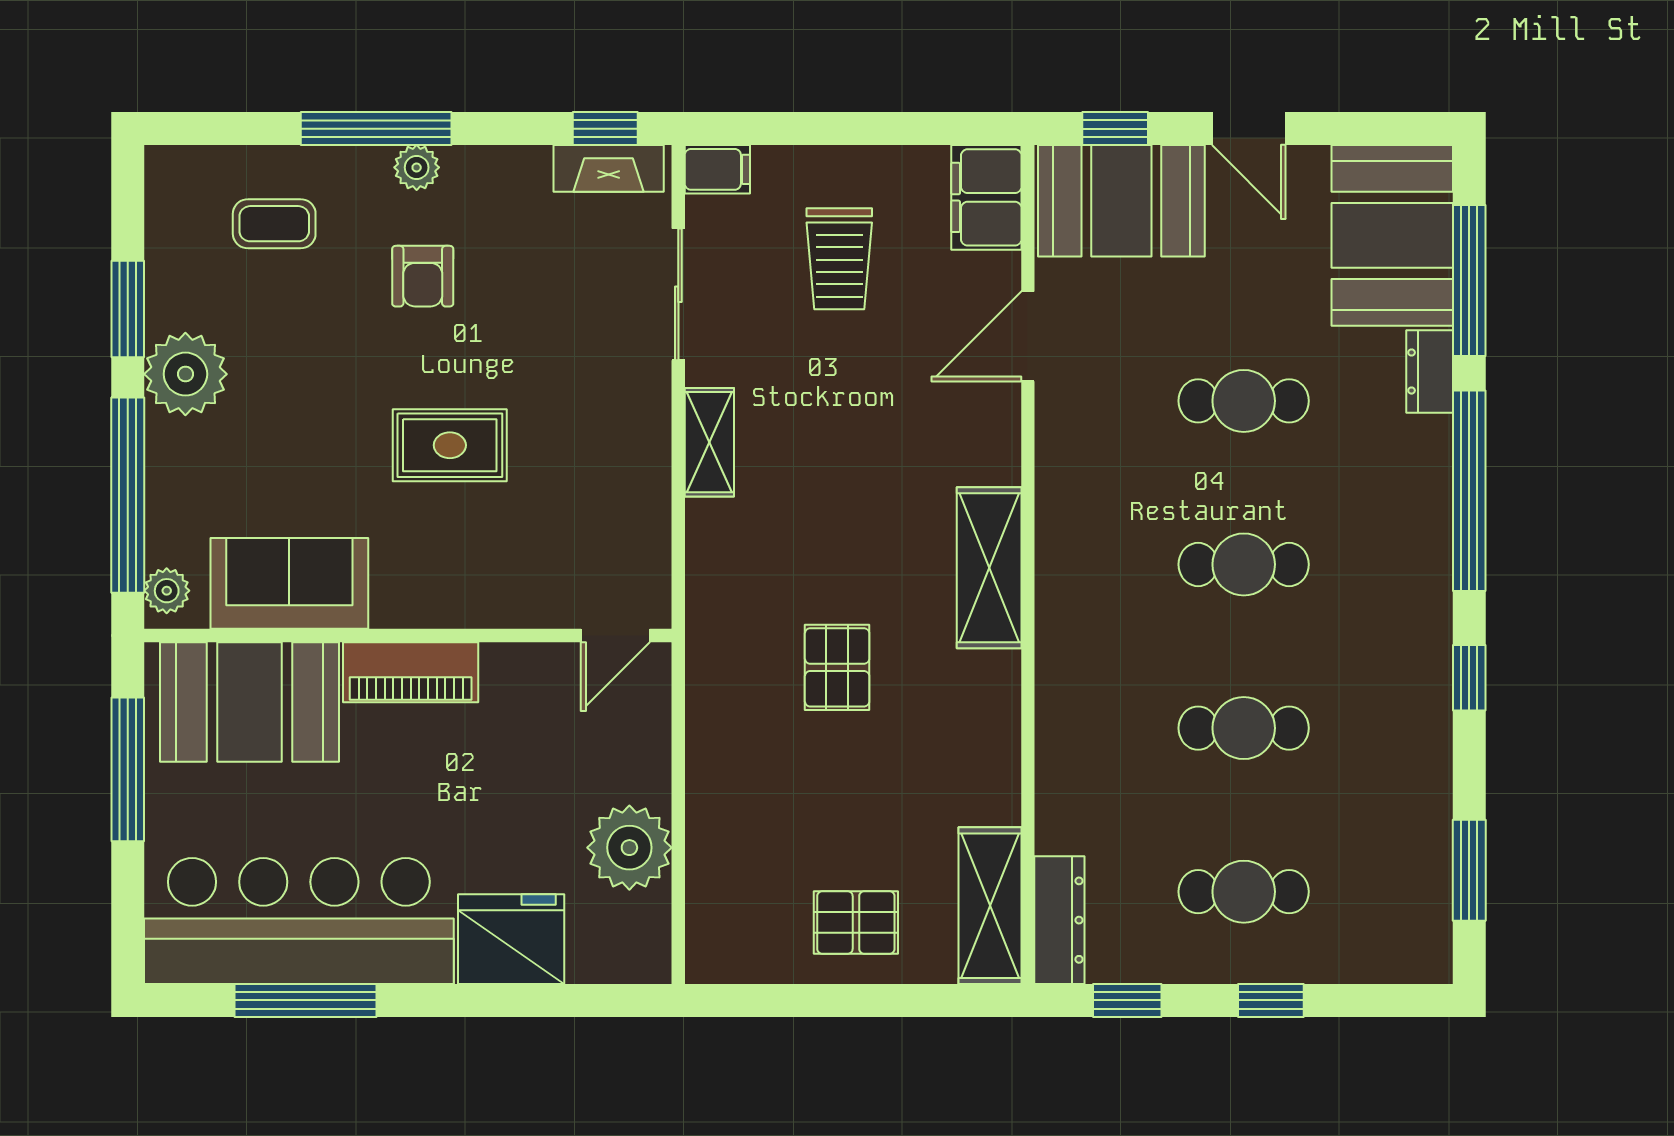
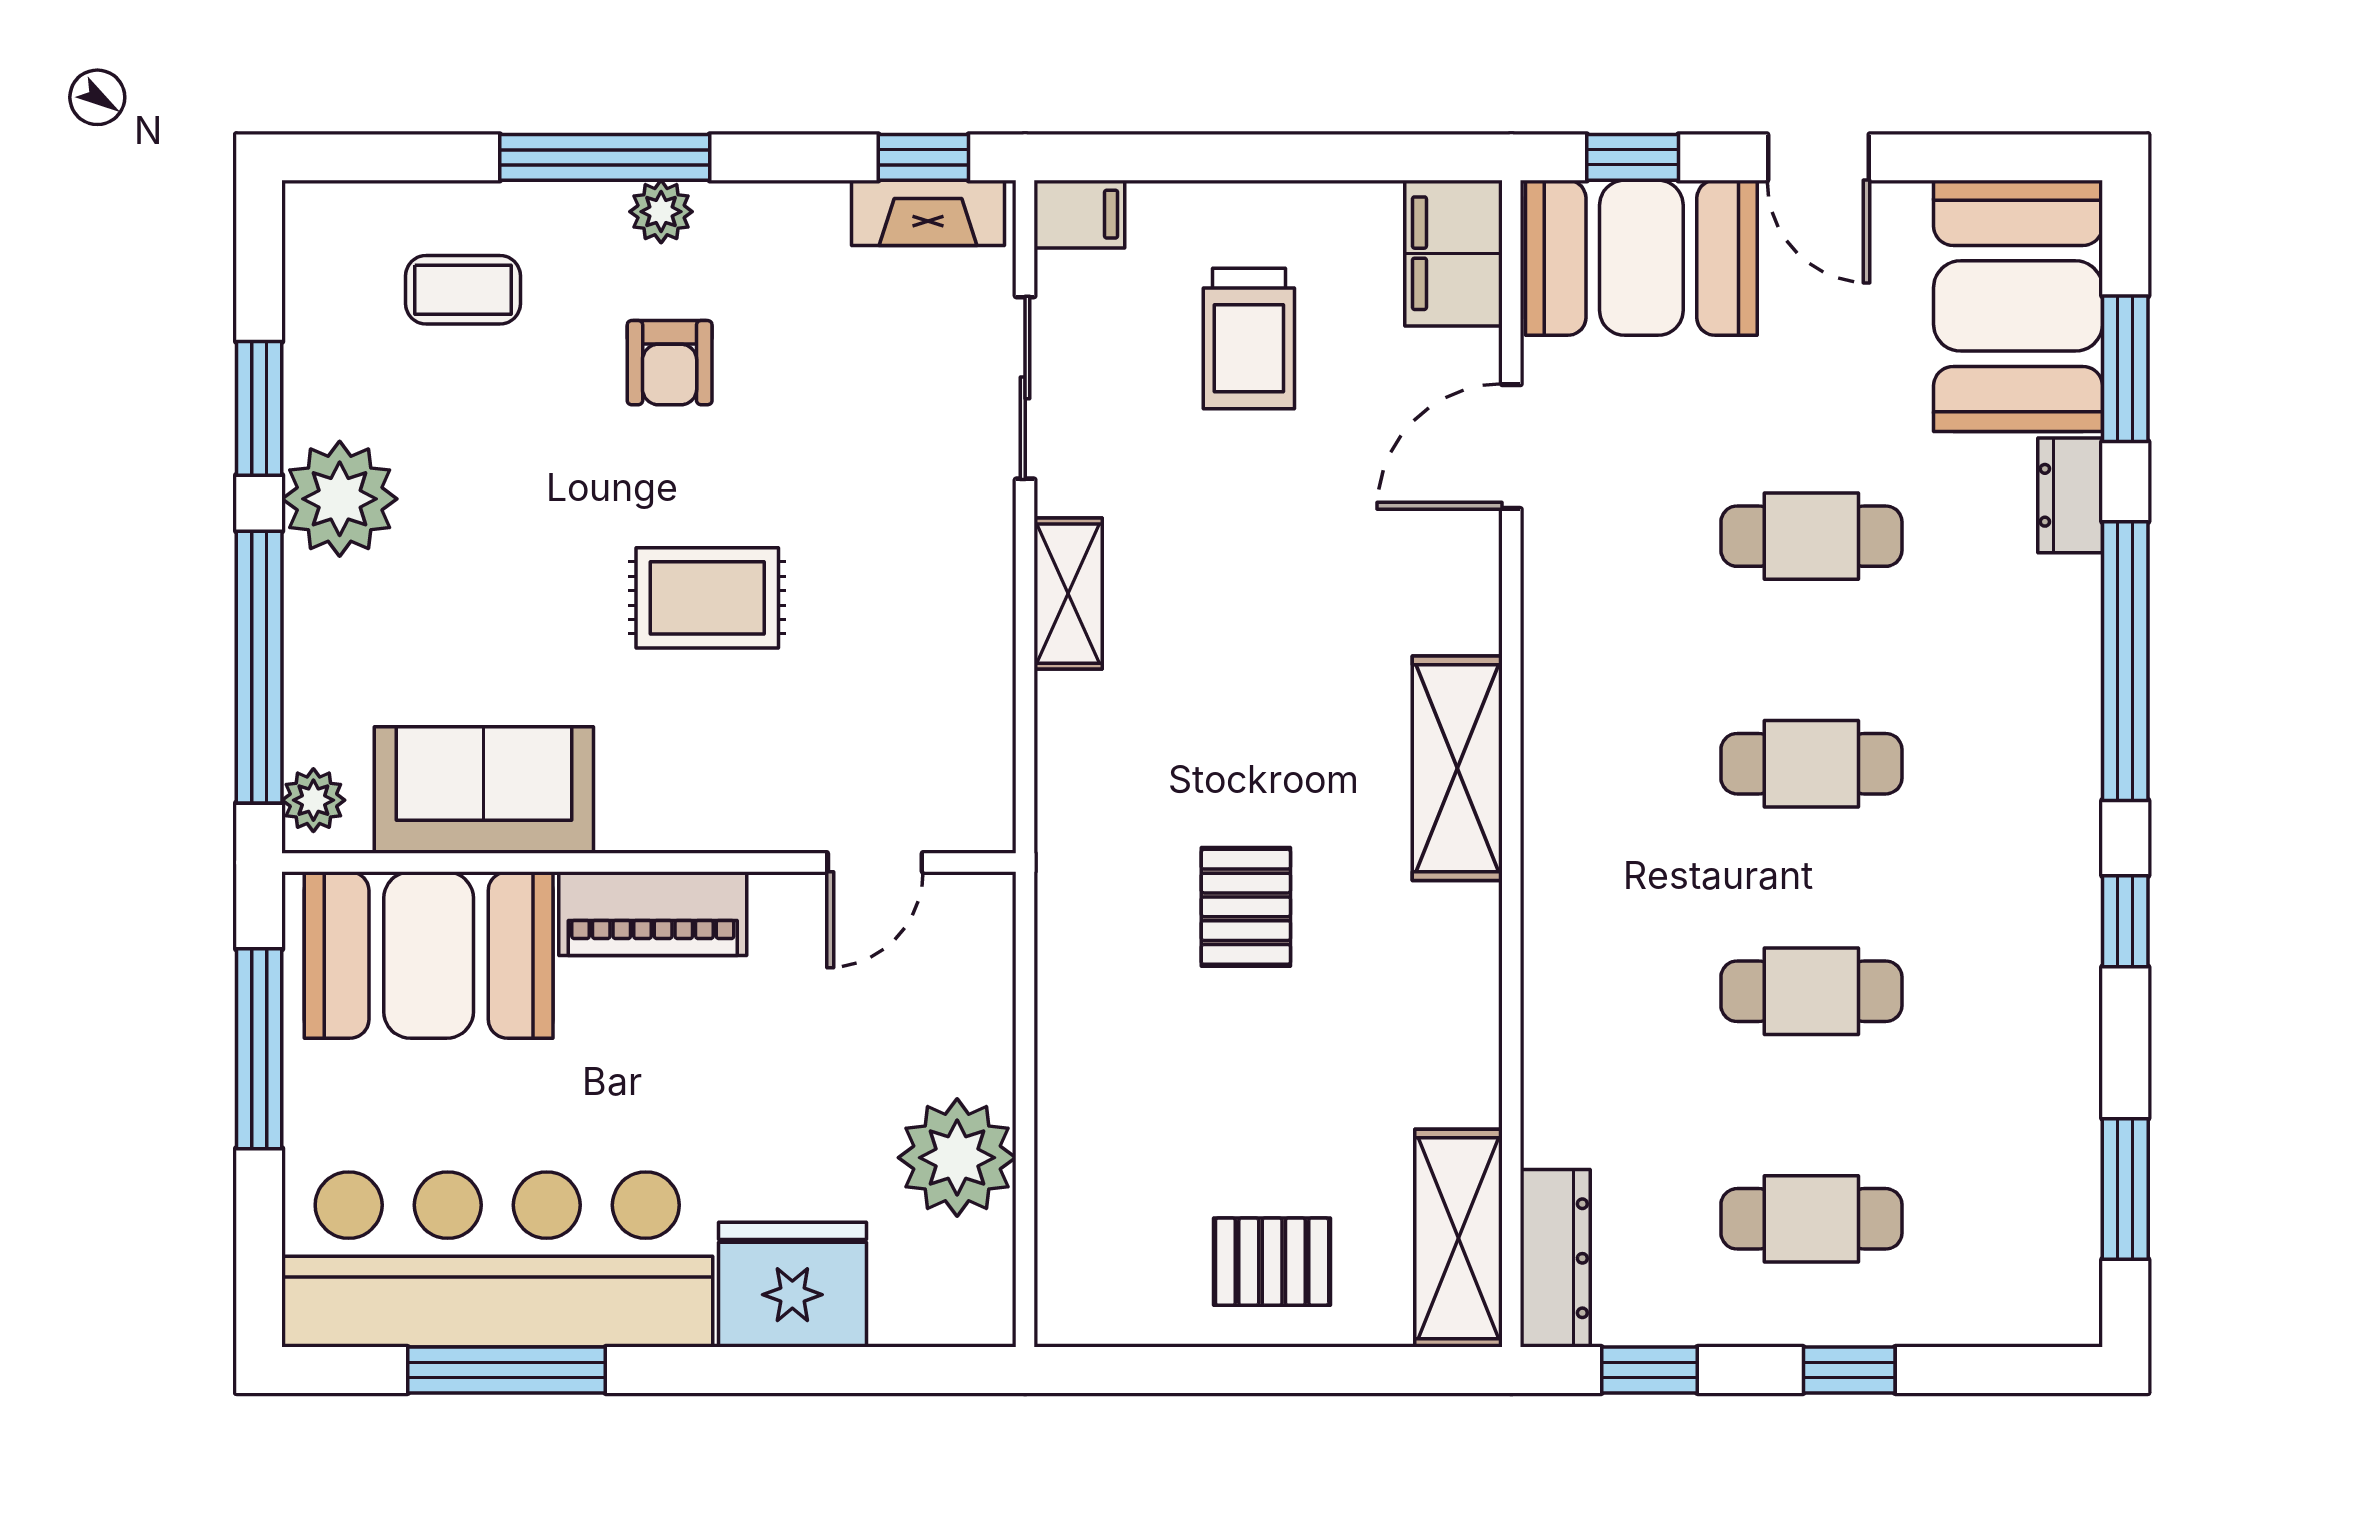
window: (1469, 281) -> (2125, 369), width x0.69
door: (615, 636) -> (875, 862), moved

